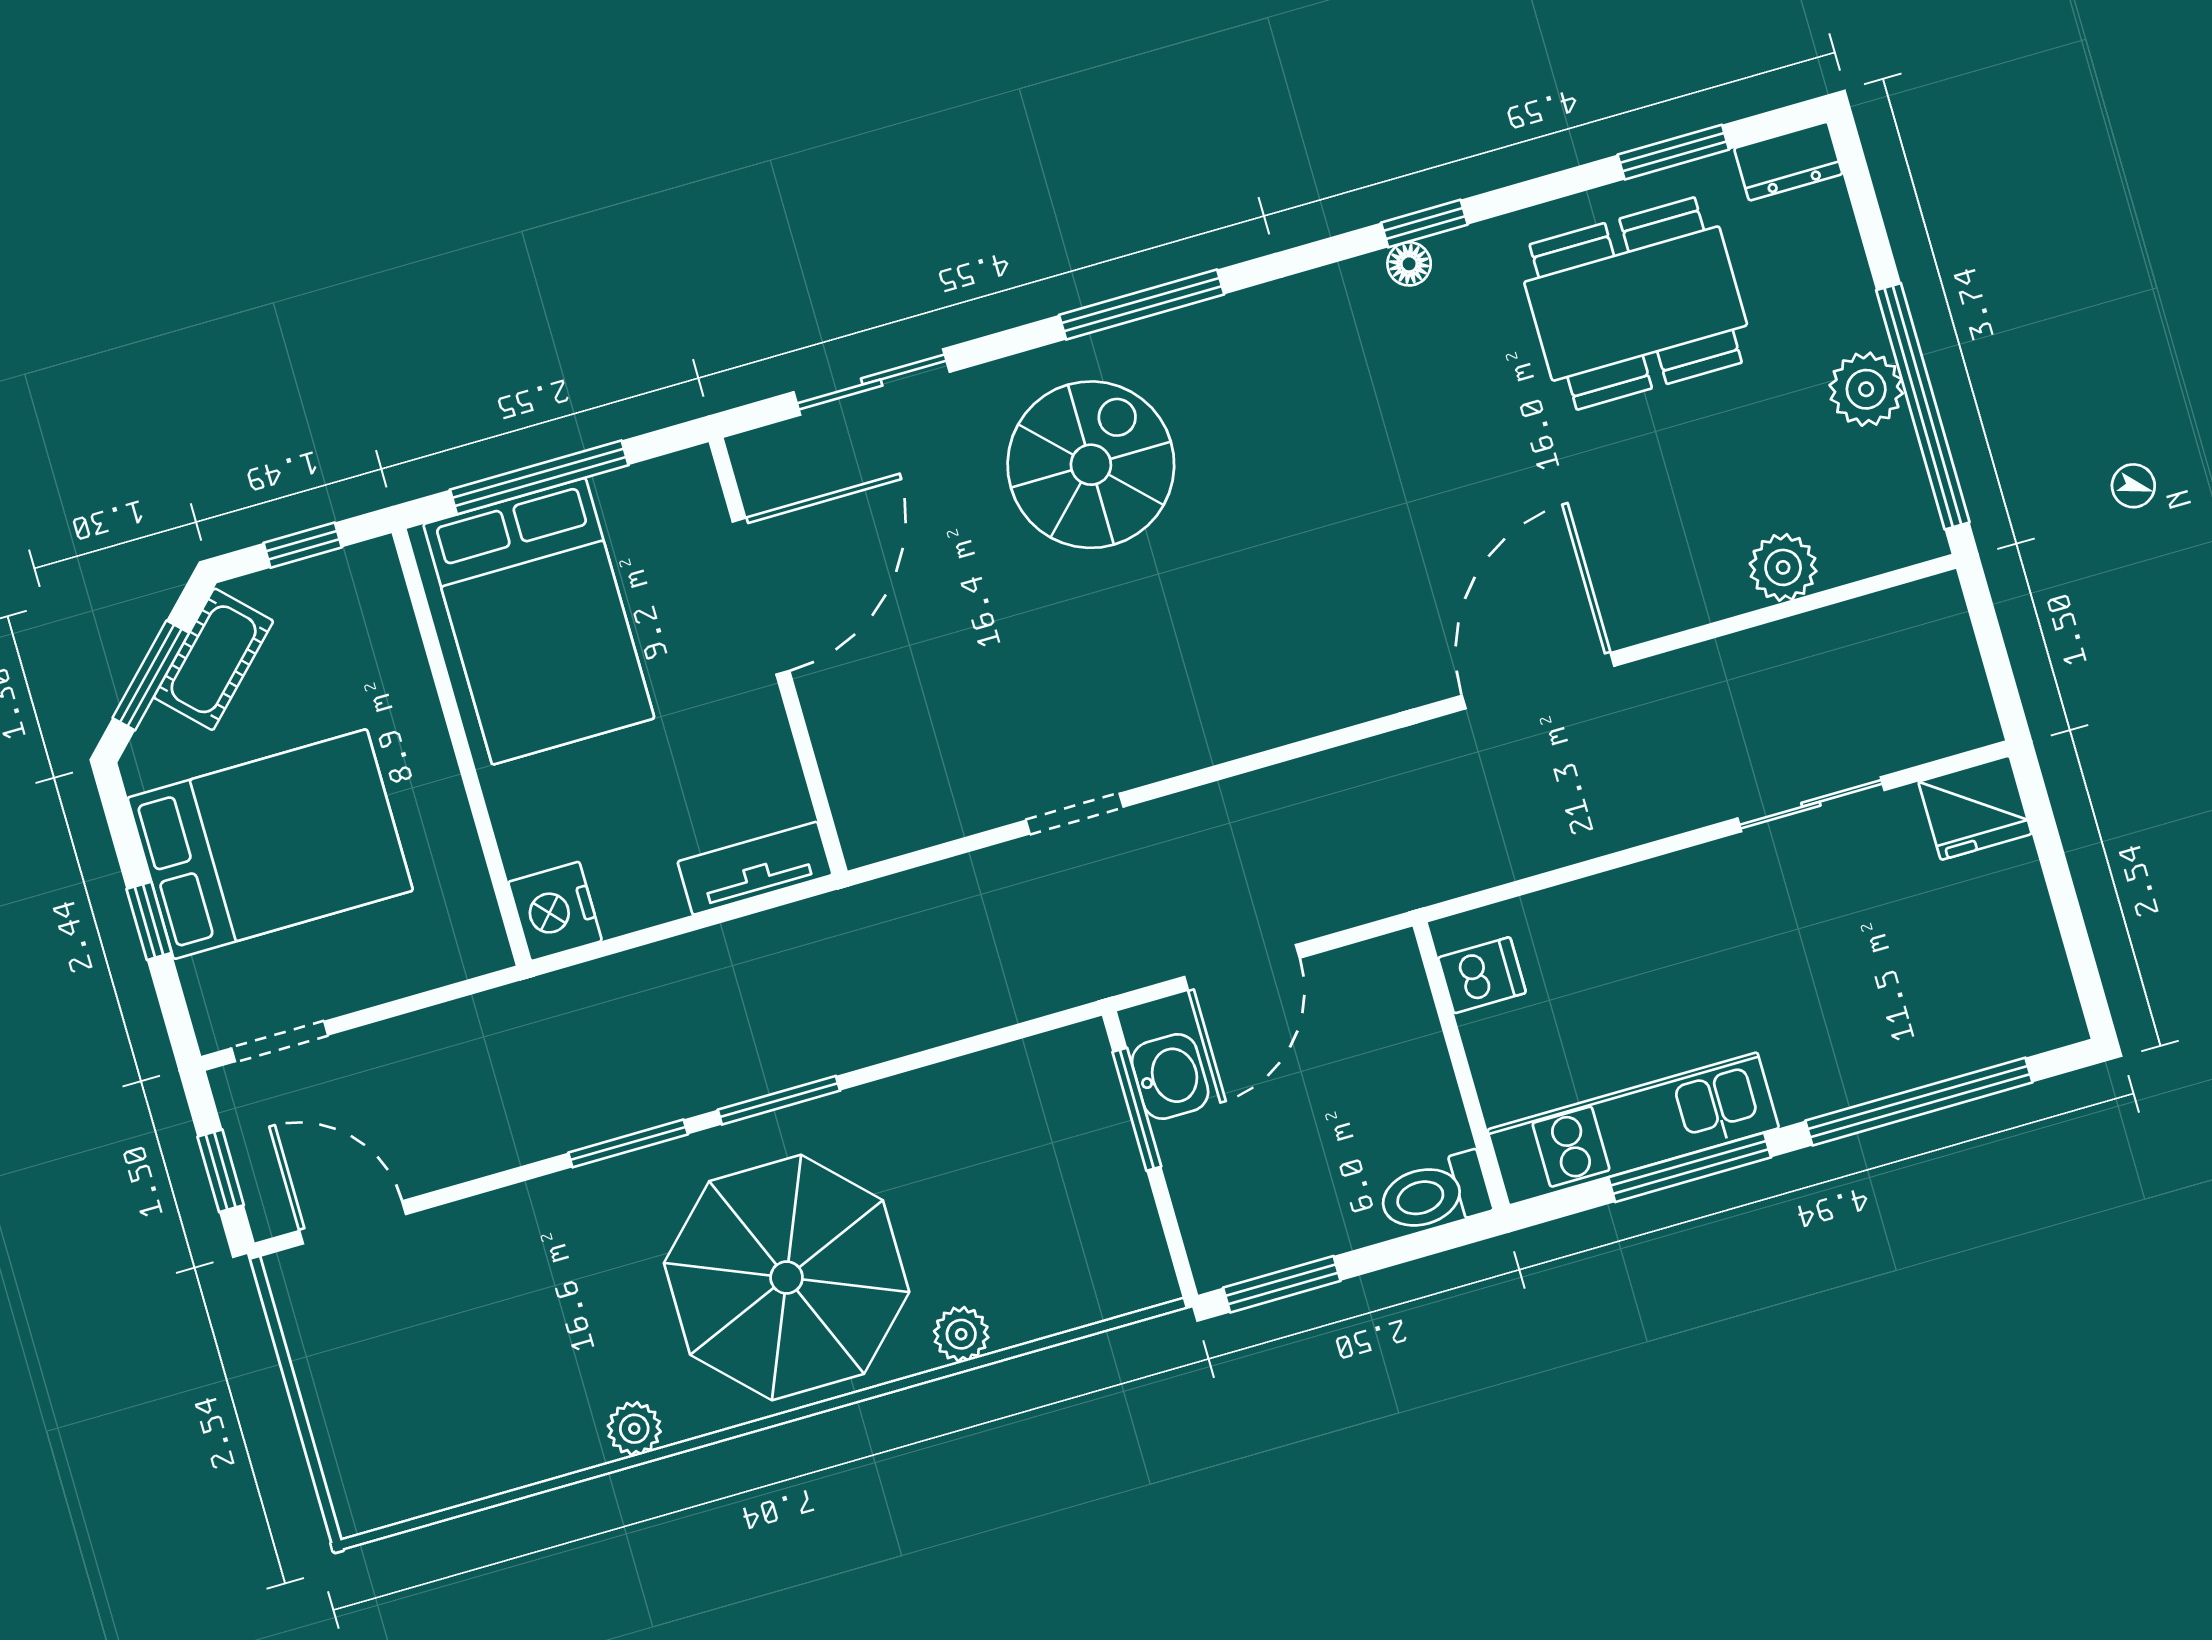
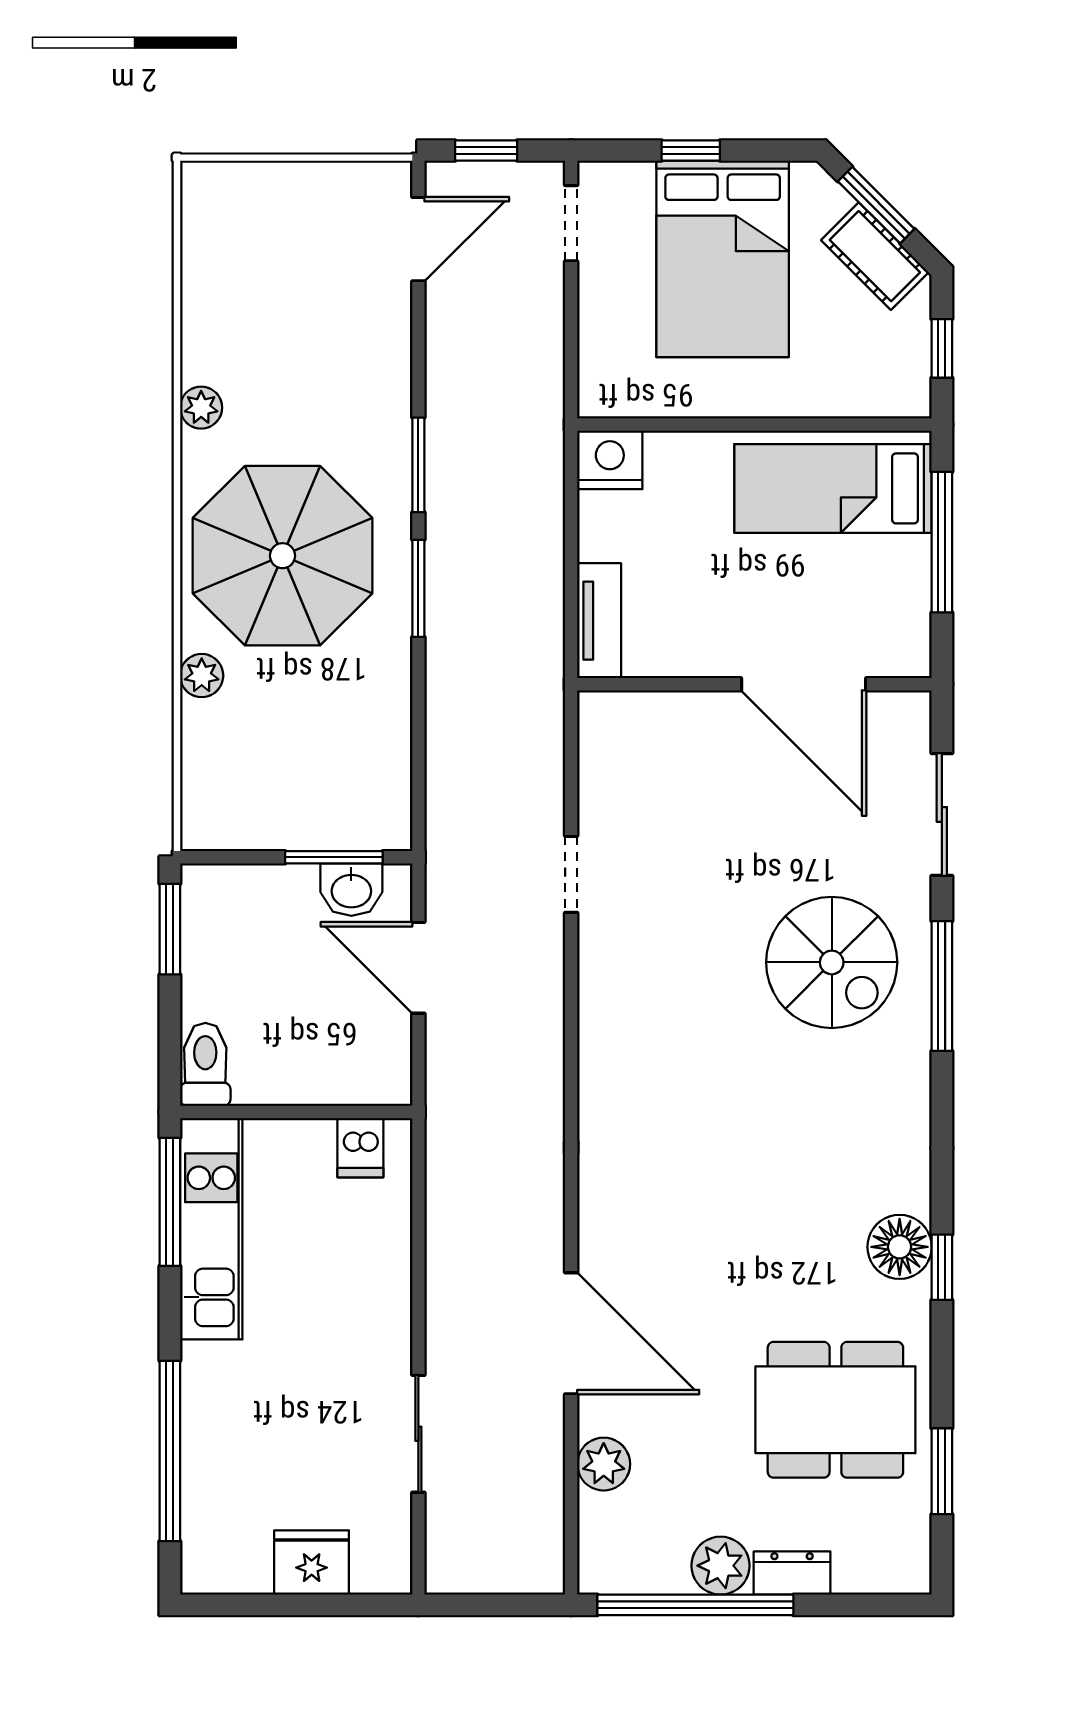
dresser: (1788, 161) -> (792, 1573), moved, turned 90
floor lamp: (1409, 264) -> (900, 1247), width x1.89, depth x1.89
dining table: (1636, 304) -> (835, 1410), turned 90
window: (1142, 305) -> (942, 986), moved
bed: (539, 621) -> (833, 488), width x0.67
door: (1538, 681) -> (571, 1333), moved
fridge: (1975, 808) -> (312, 1562), moved, turned 90
window: (1690, 1167) -> (170, 1202), moved

